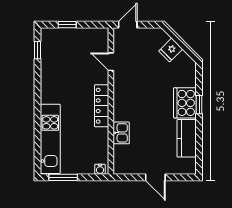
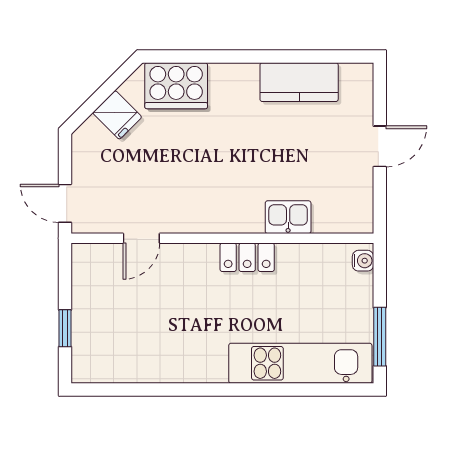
window: (37, 50) -> (118, 389), removed
cooker: (185, 103) -> (176, 86), moved
window: (199, 105) -> (230, 57), removed
locker: (102, 106) -> (247, 257), width x0.66

